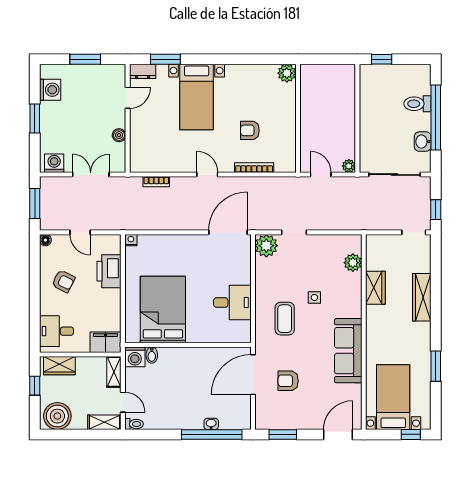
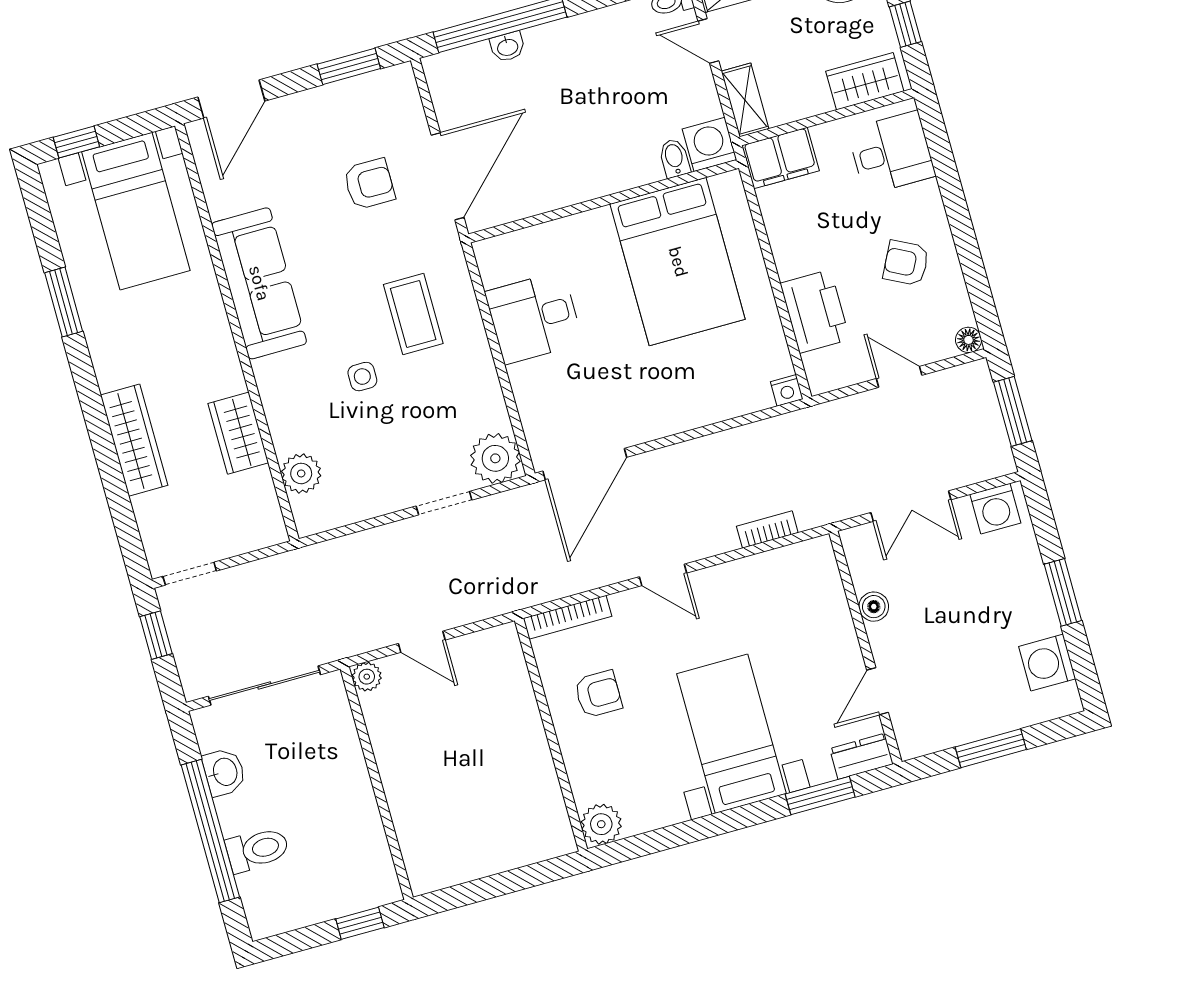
plant: (287, 73) -> (601, 824), moved
wall: (298, 118) -> (551, 735), moved

